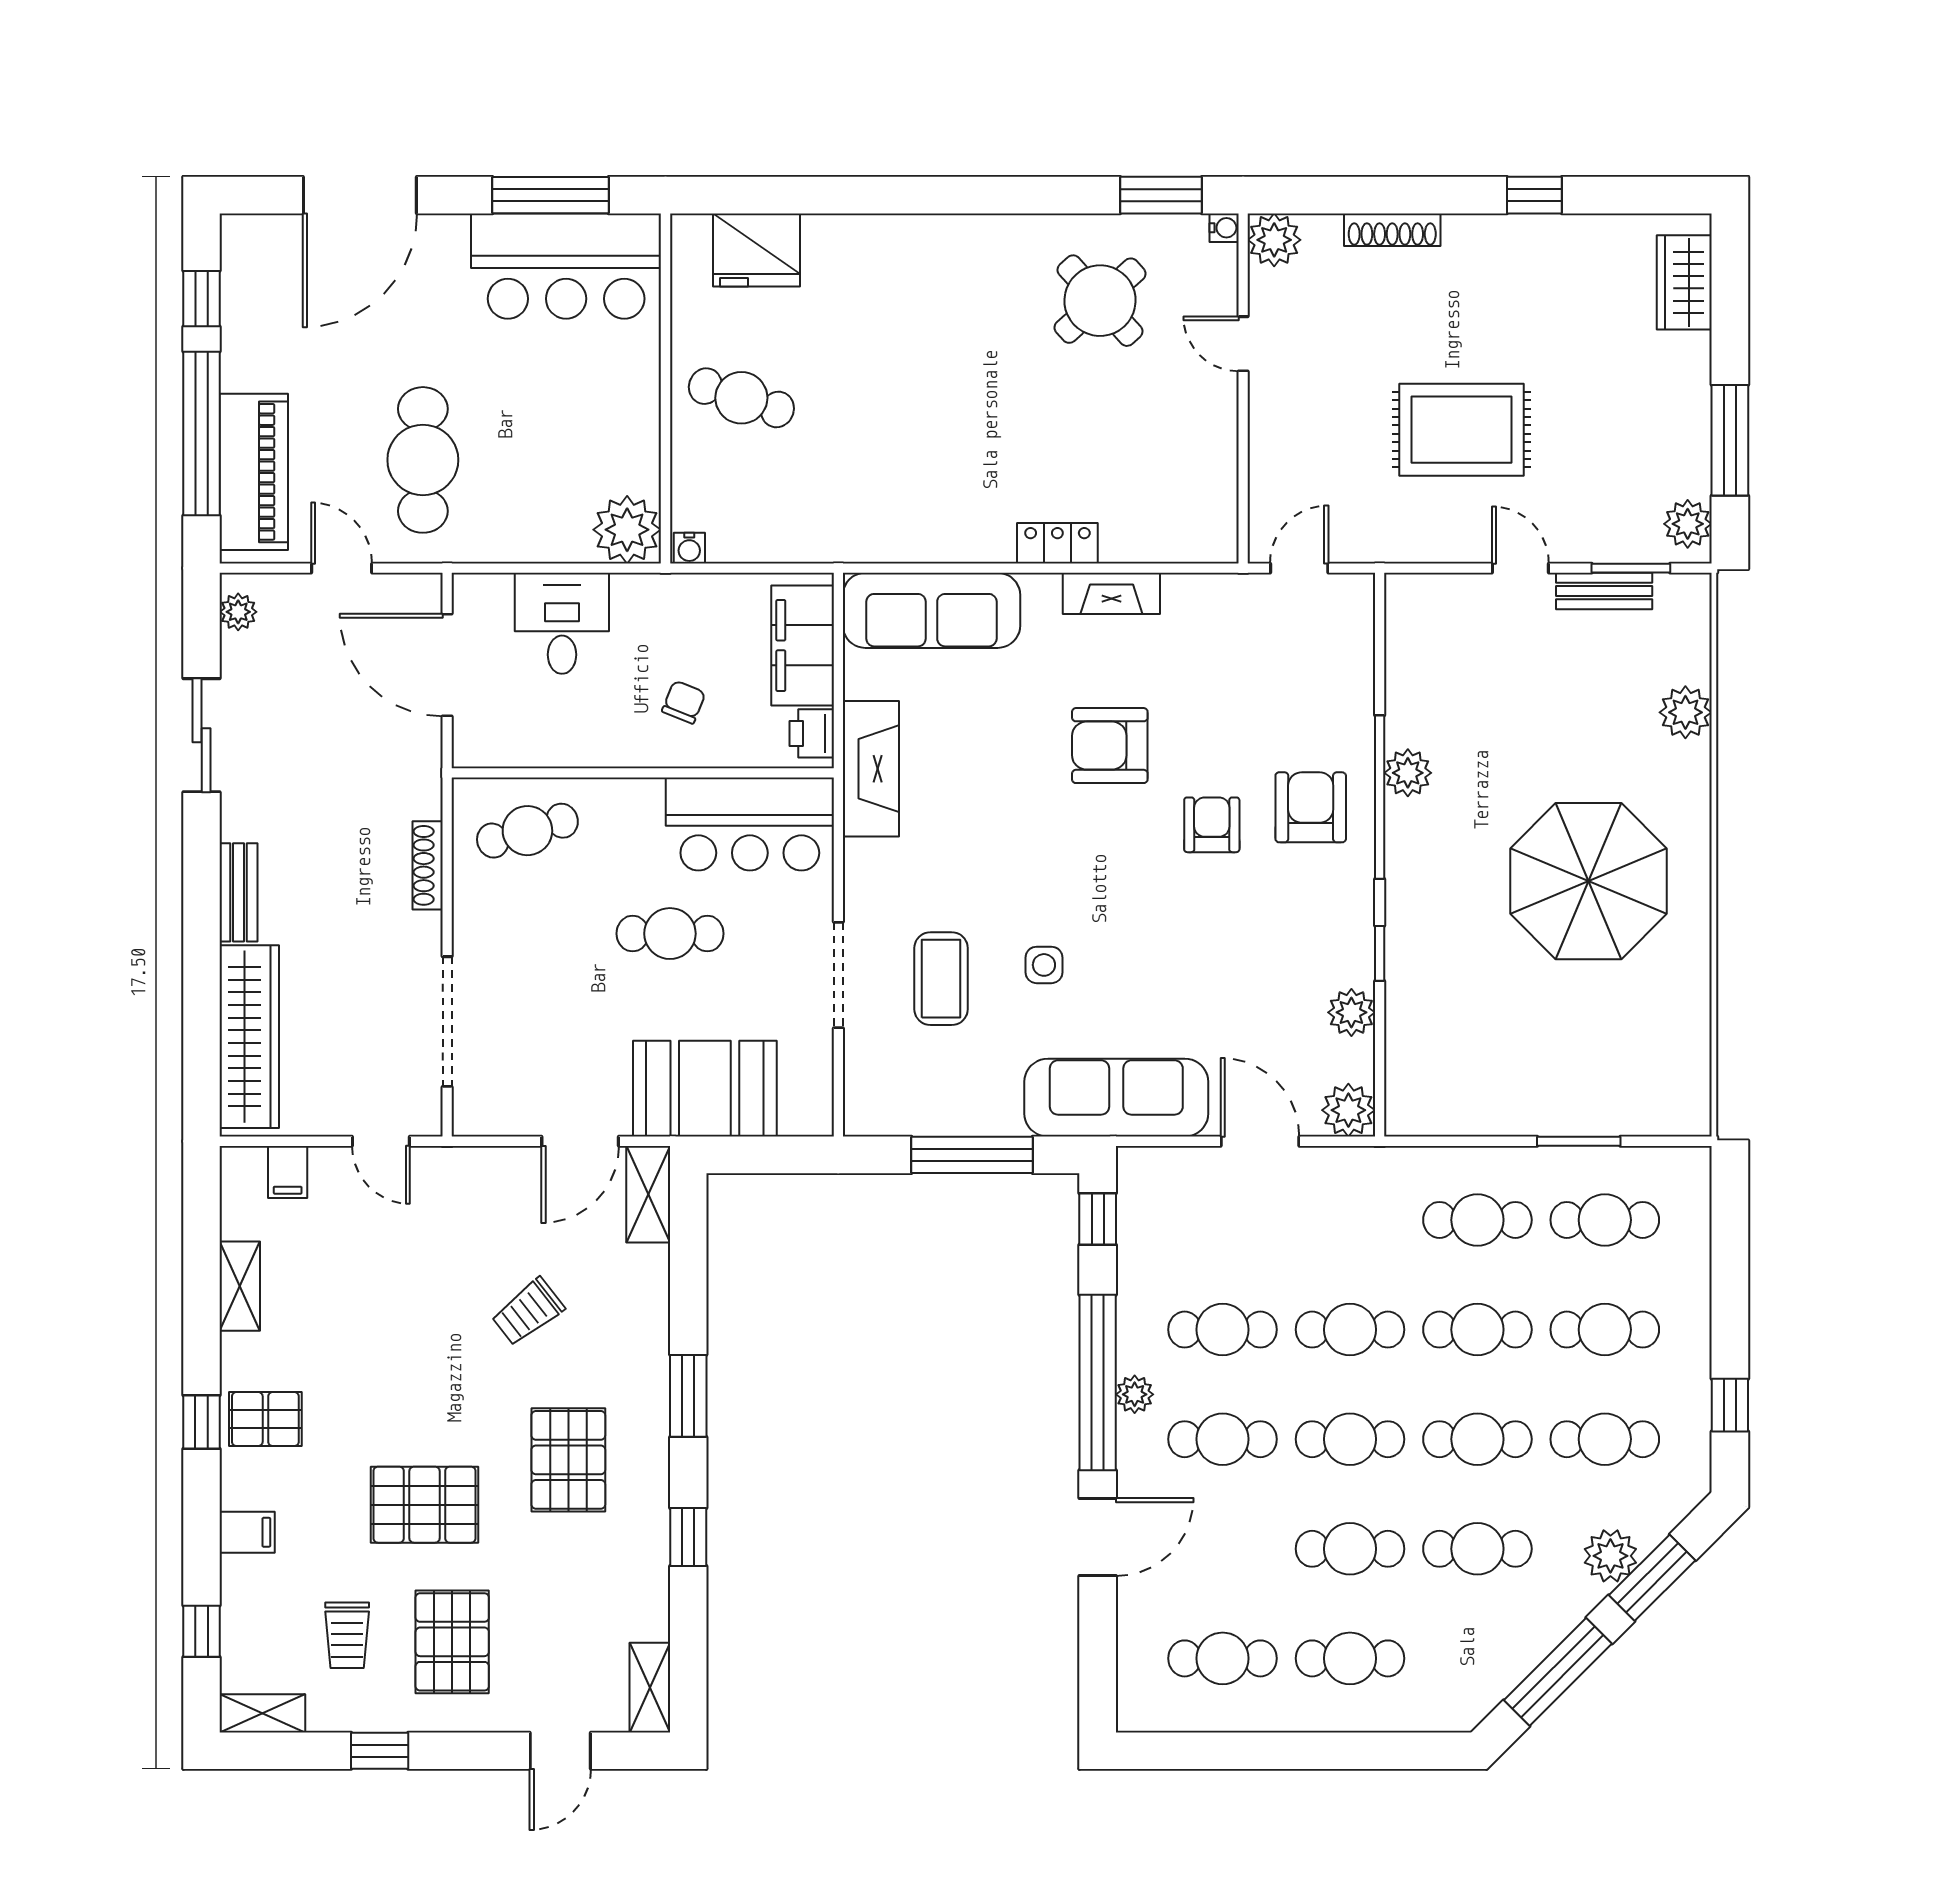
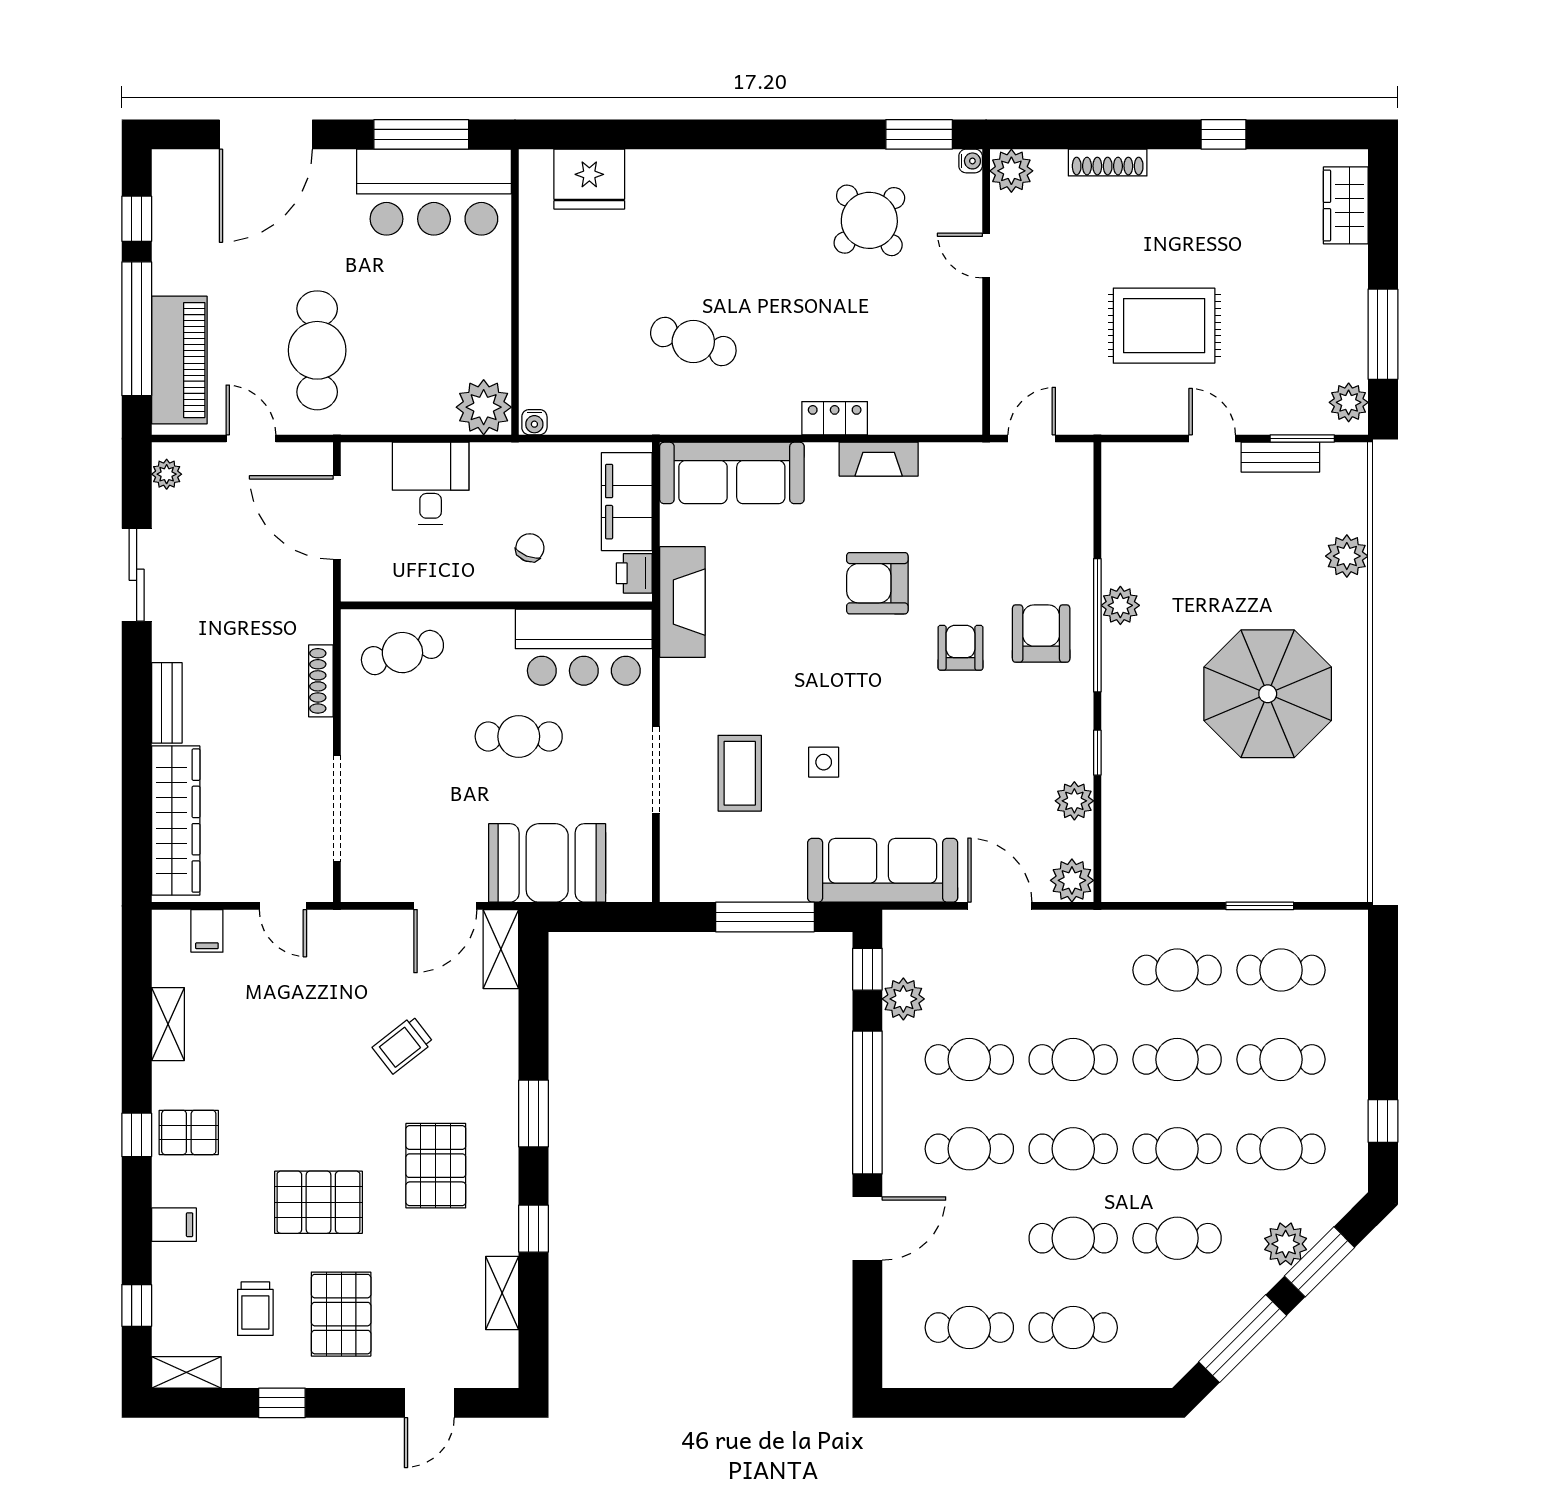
cafe table: (741, 398) -> (693, 342), moved
plant: (1135, 1394) -> (903, 999), moved, width x1.38, depth x1.38
shelving: (650, 1688) -> (502, 1293), moved

